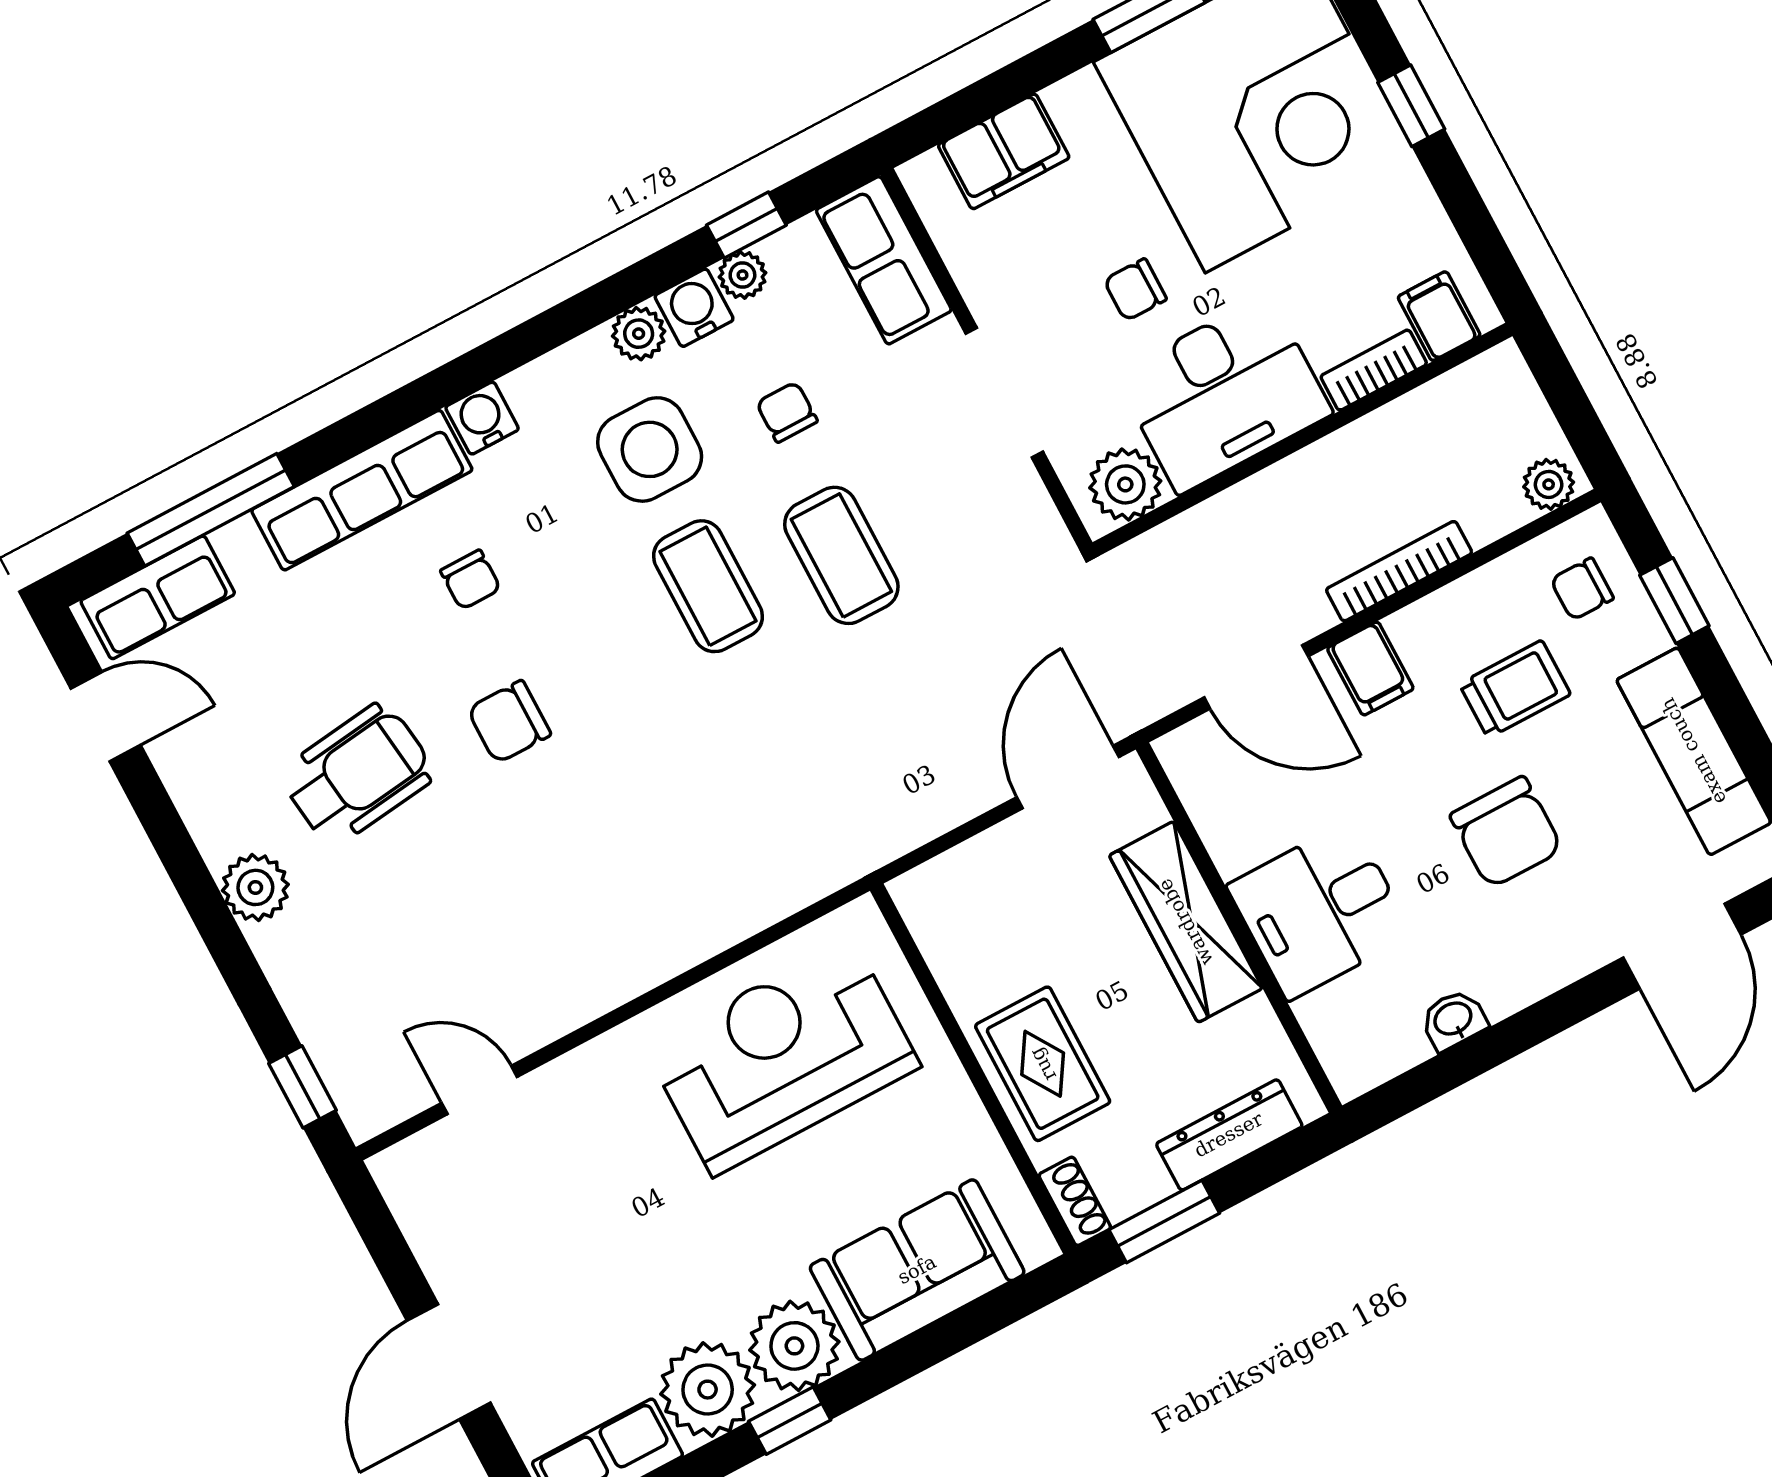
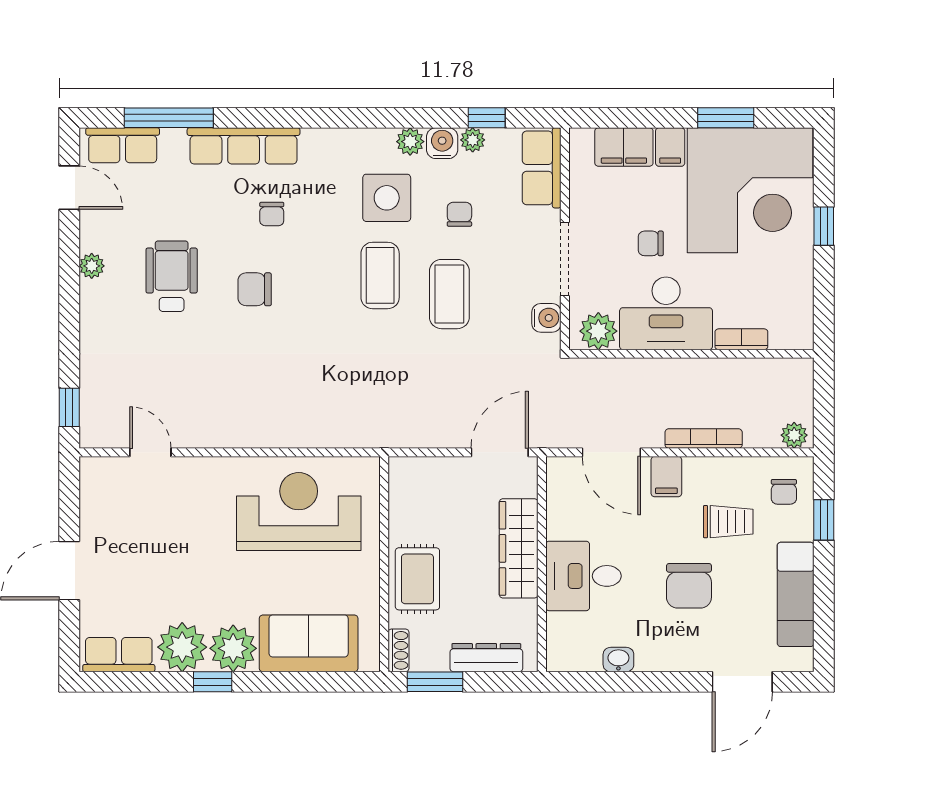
filing cabinet: (1439, 316) -> (670, 147), moved, turned 180
water cooler: (482, 418) -> (546, 318), moved, turned 90
chair: (1582, 589) -> (784, 492), turned -90
wheelchair: (357, 774) -> (172, 276), turned -83
plant: (255, 887) -> (92, 266), moved, width x0.73, depth x0.73

